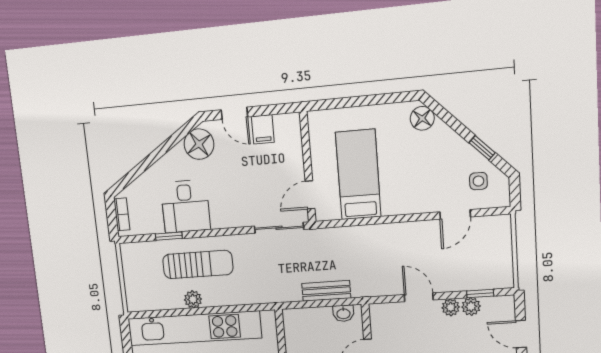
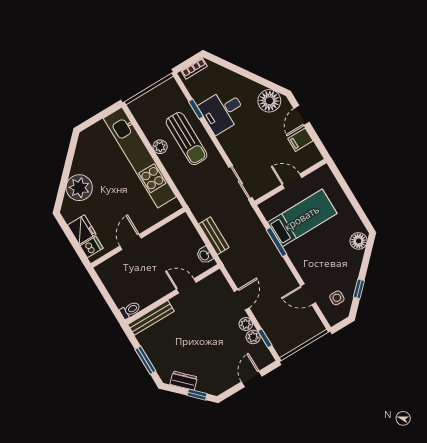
door: (310, 195) -> (292, 181), moved
window: (371, 221) -> (276, 242), added

